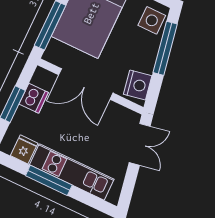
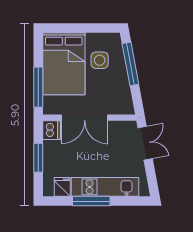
side table: (152, 20) -> (100, 60), moved
nightstand: (138, 85) -> (123, 100), removed
dishwasher: (34, 98) -> (52, 130), moved

